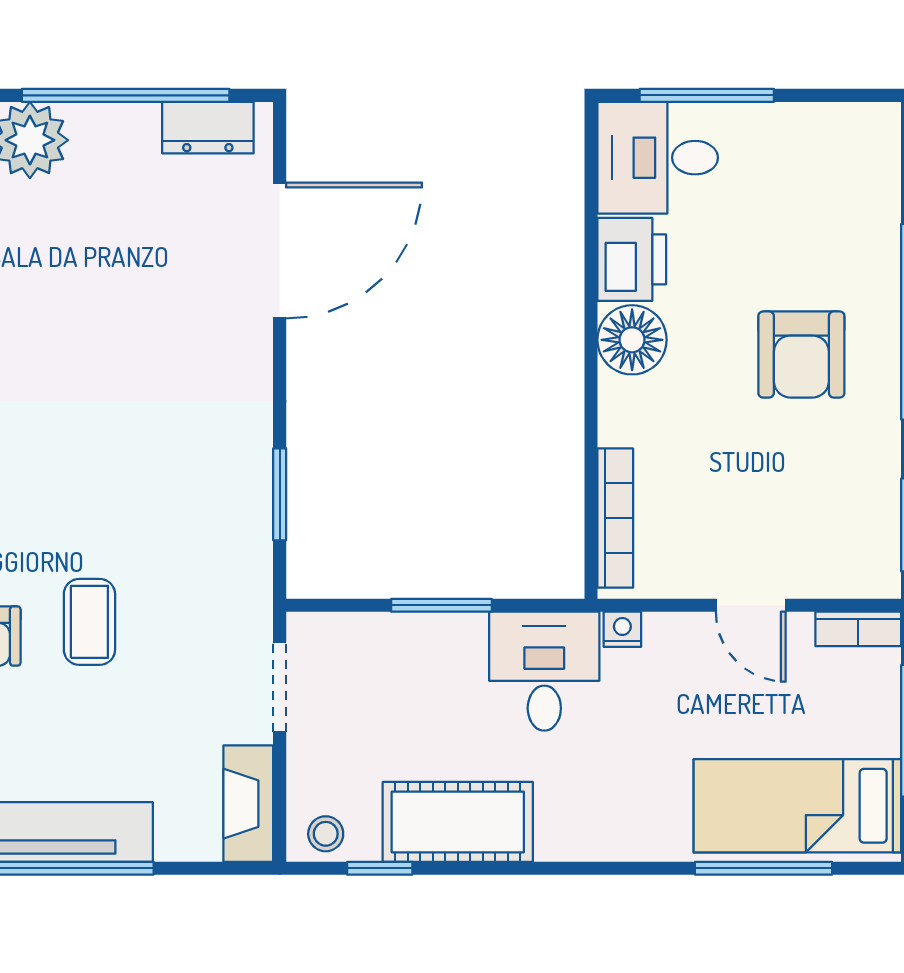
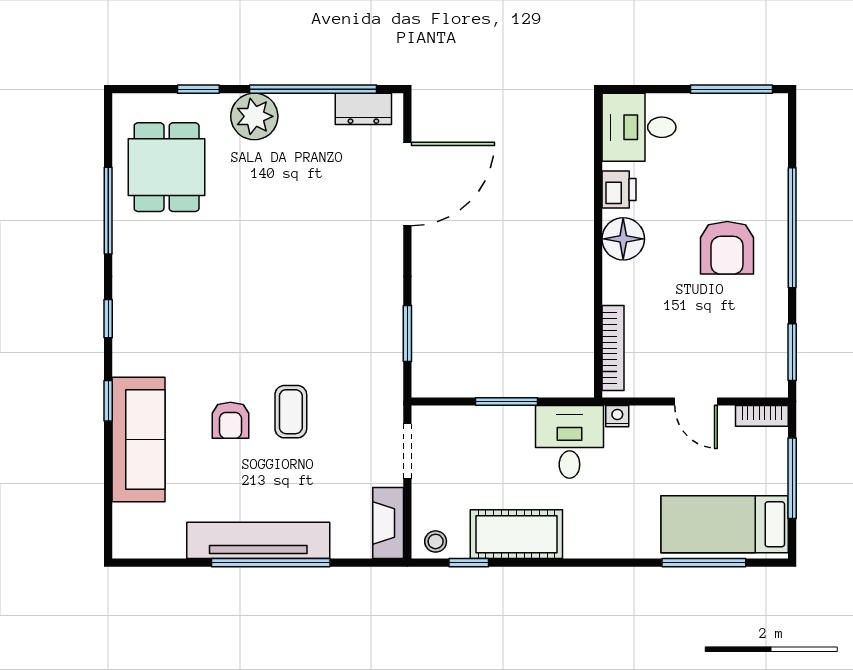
window: (707, 95) -> (732, 89), moved
printer: (632, 259) -> (619, 190), width x0.73, depth x0.81

